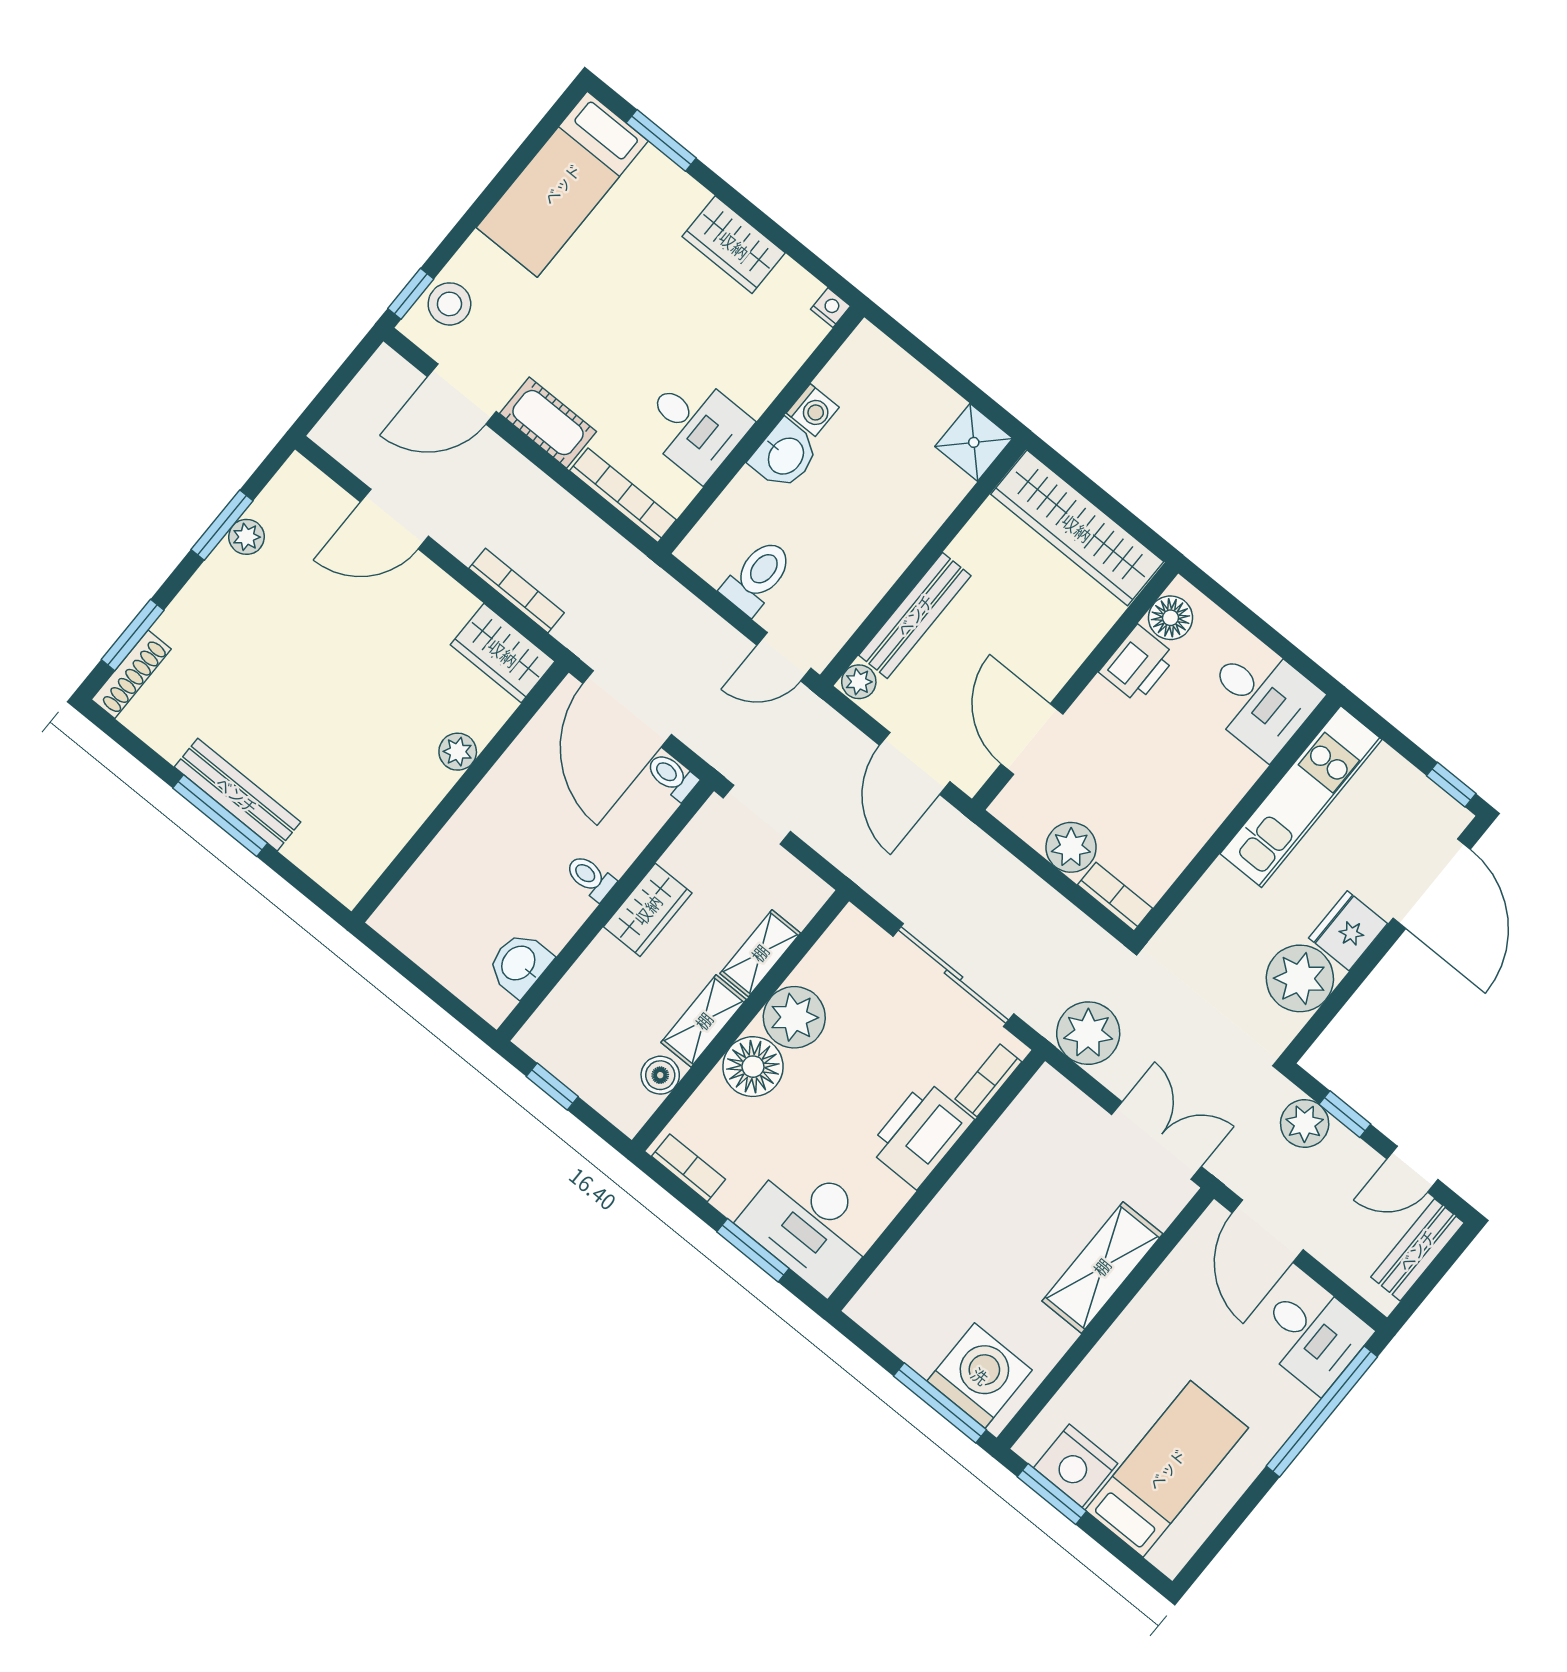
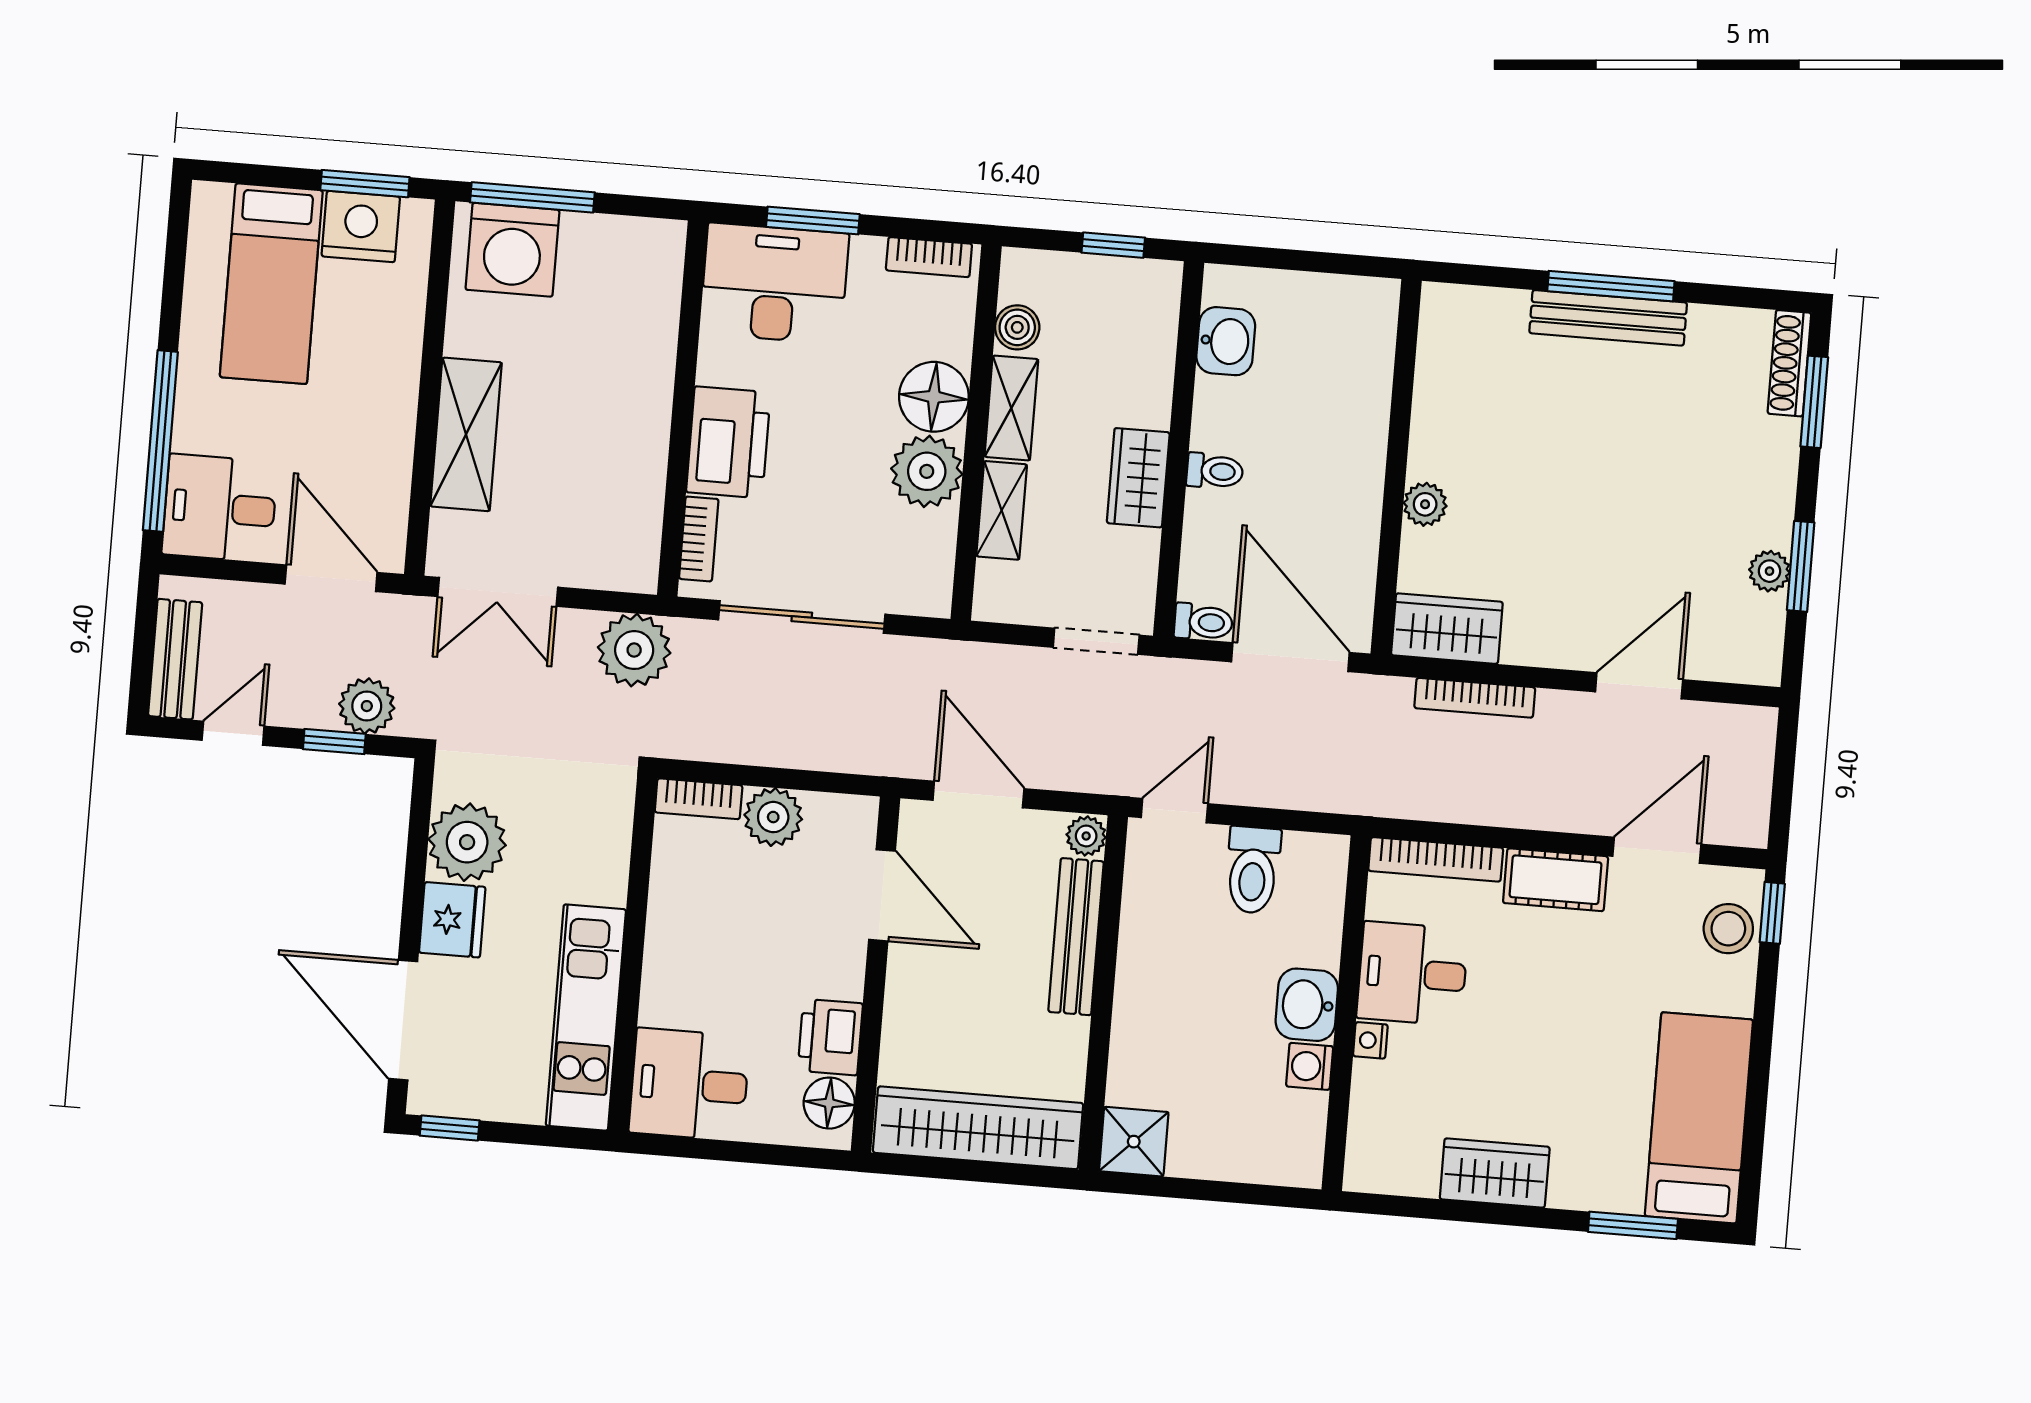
nightstand: (831, 308) -> (1370, 1040), moved, turned 90

